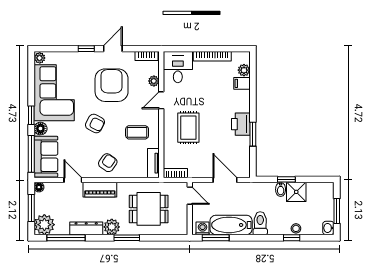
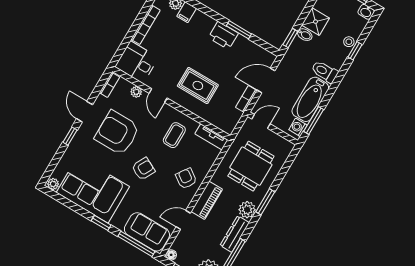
floor lamp: (40, 129) -> (118, 222), removed
bookcase: (175, 173) -> (246, 99), moved
window: (286, 179) -> (290, 38), moved

